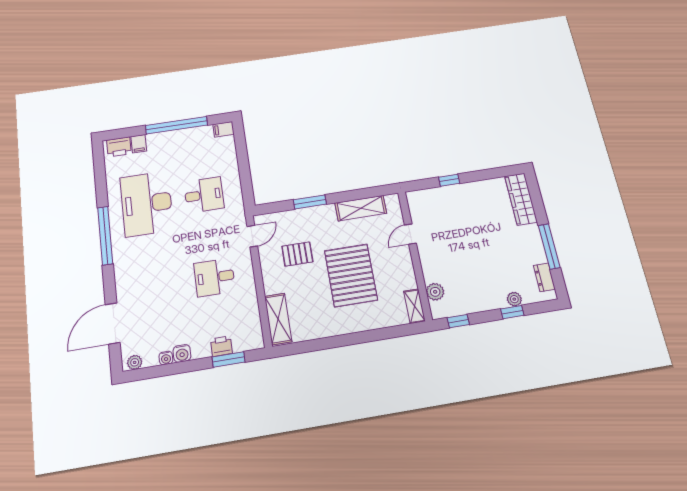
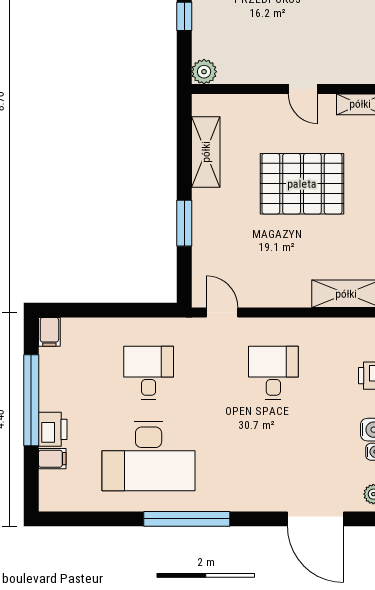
printer: (119, 147) -> (53, 429), moved
door: (410, 234) -> (303, 89), moved
pallet: (297, 254) -> (259, 253), removed
desk: (215, 277) -> (273, 373), turned 180
plant: (435, 292) -> (204, 72), moved

